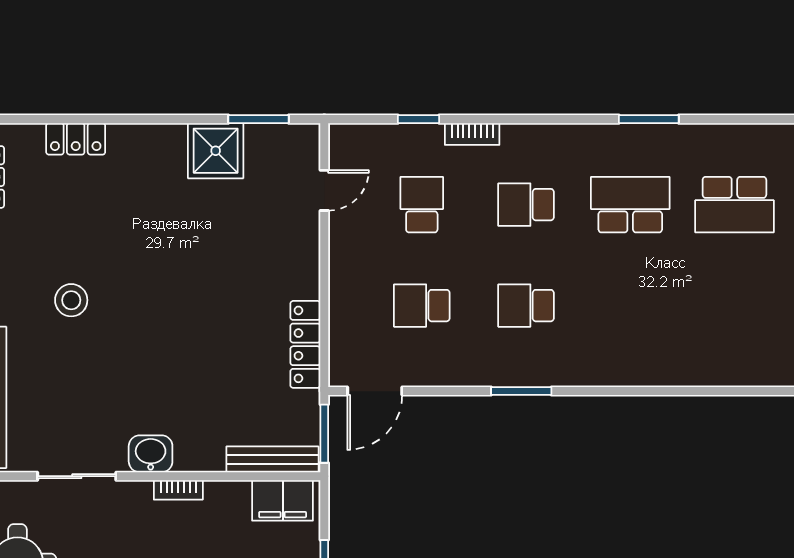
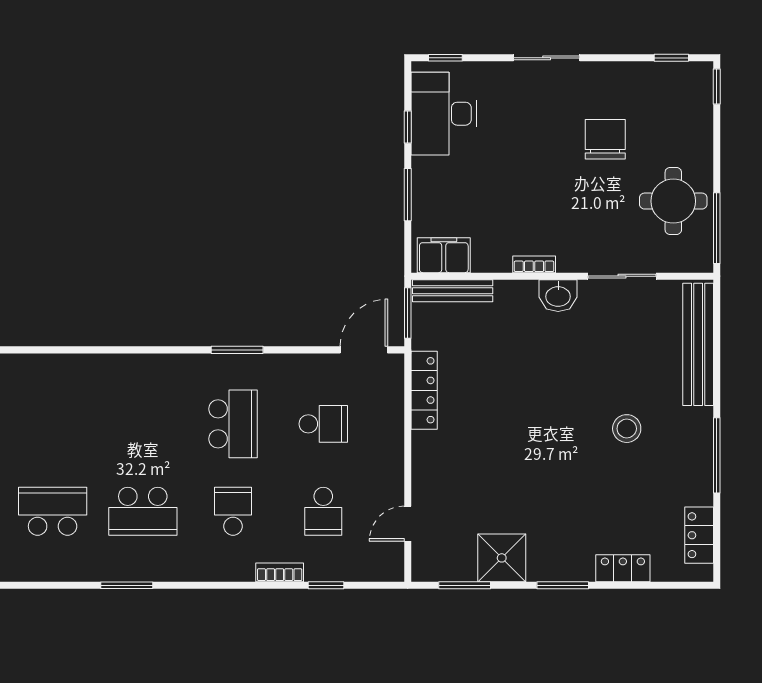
window: (145, 119) -> (563, 585), added
school desk: (526, 205) -> (233, 511), turned -90
school desk: (526, 306) -> (233, 424), width x1.85

